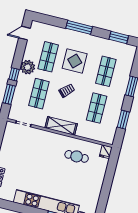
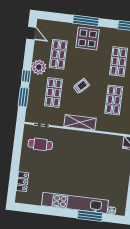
door: (24, 33) -> (31, 33), swing flipped
display table: (75, 61) -> (88, 38), moved
cafe table: (77, 156) -> (40, 144), moved

